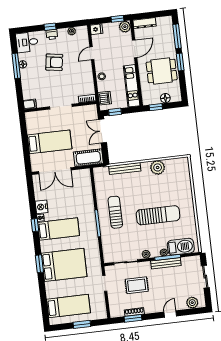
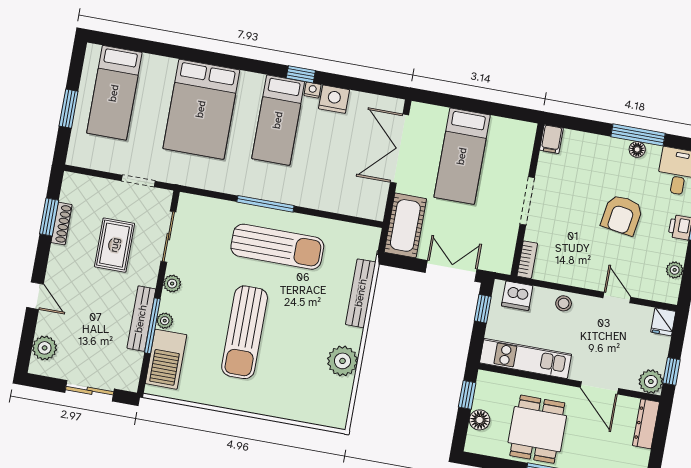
sun lounger: (115, 212) -> (277, 247), width x1.36, depth x1.34
window: (39, 264) -> (219, 60), removed

